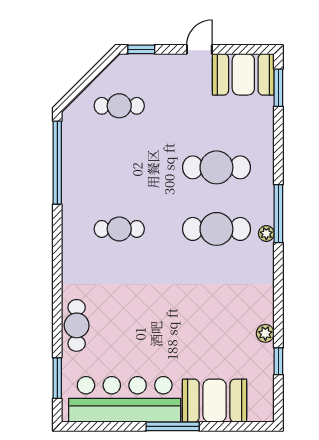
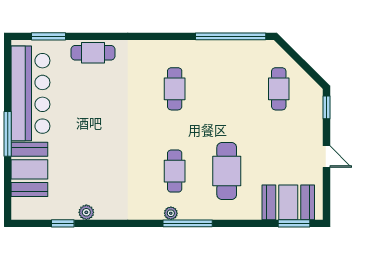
booth: (243, 74) -> (288, 202), moved, turned 90
cafe table: (216, 229) -> (175, 171), width x0.73, depth x0.74

